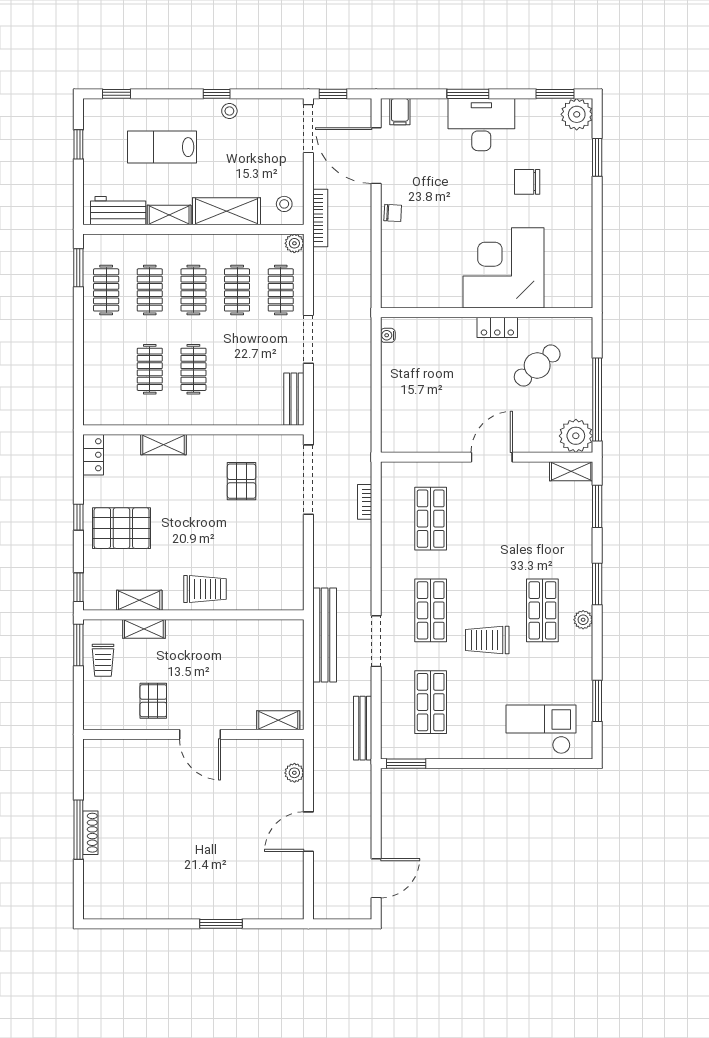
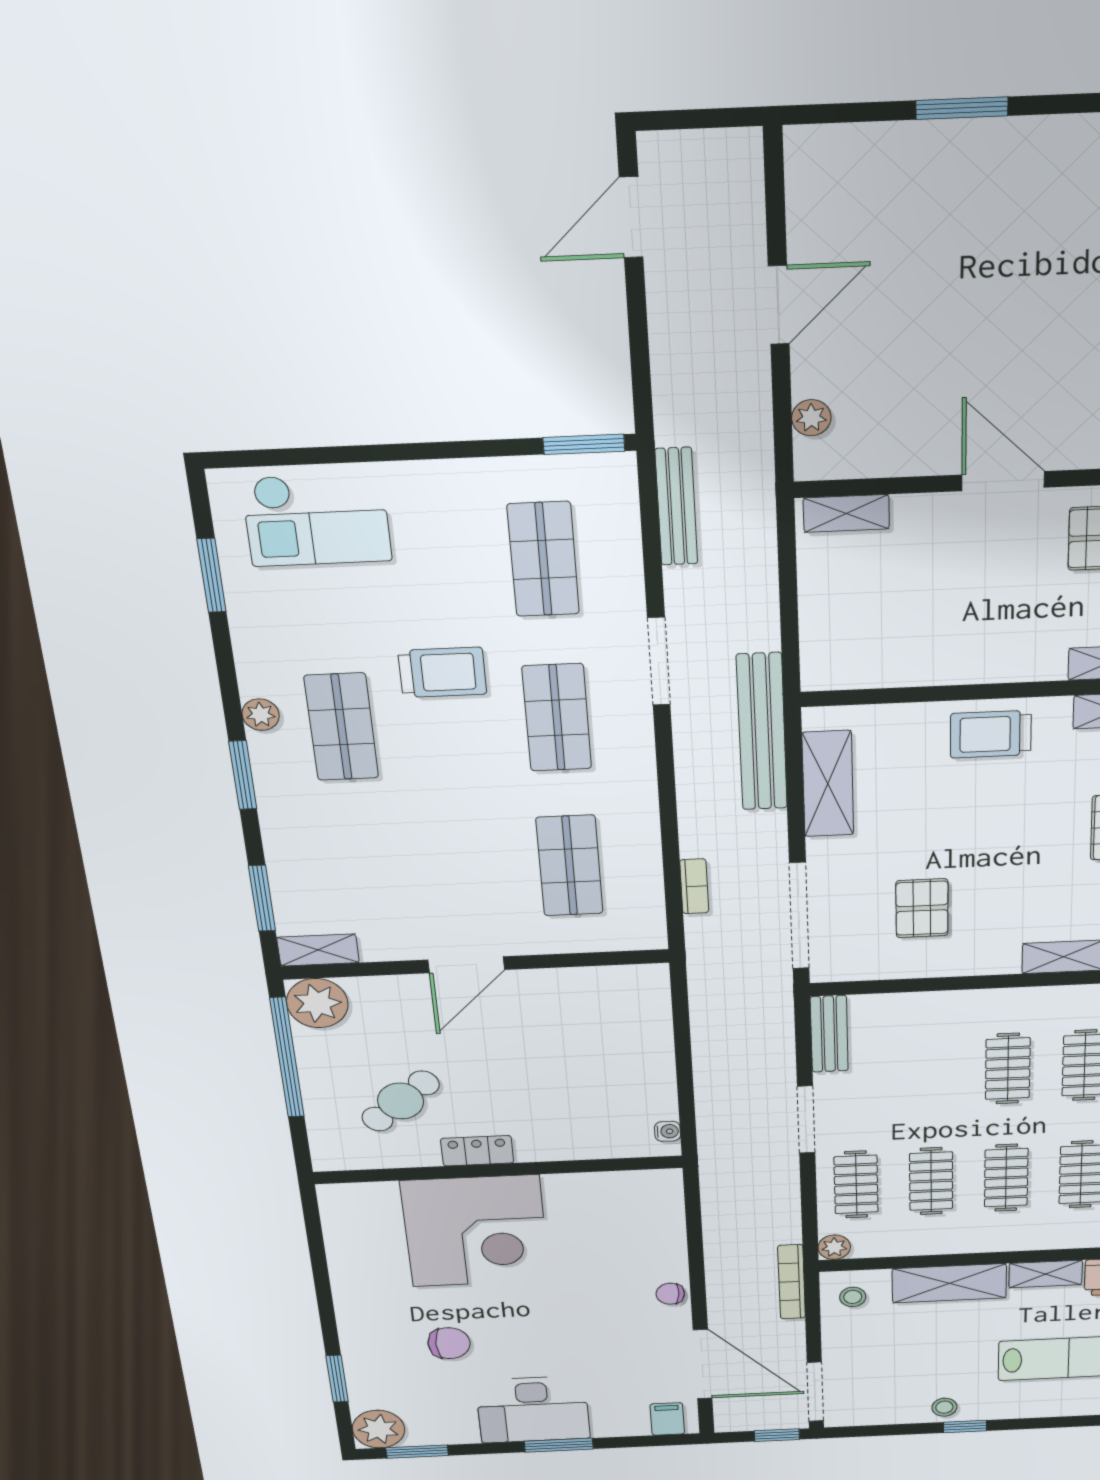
shelving: (291, 563) -> (828, 784), added
bench: (325, 635) -> (762, 732), moved

